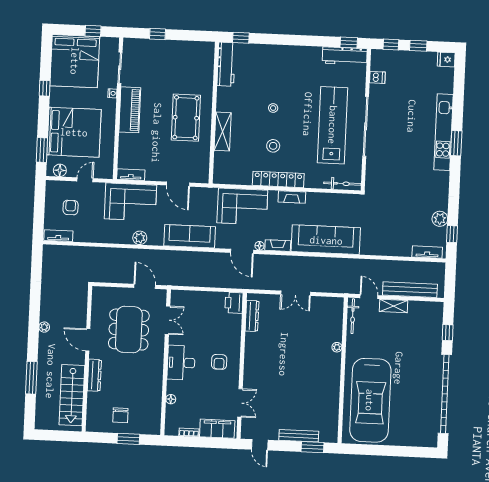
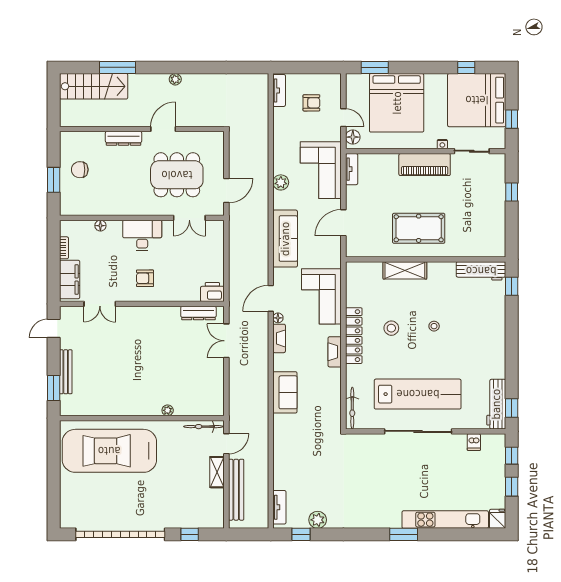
window: (45, 88) -> (466, 67), moved
kitchen unit: (444, 132) -> (445, 520), moved
floor lamp: (60, 170) -> (353, 137), moved
sofa: (326, 240) -> (285, 392), width x0.54, depth x0.79
double door: (296, 293) -> (226, 341), moved
stairs: (72, 395) -> (94, 86), moved, turned 180

